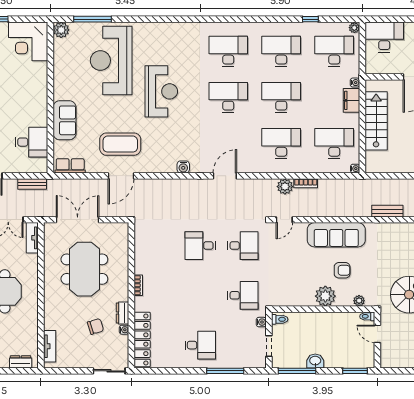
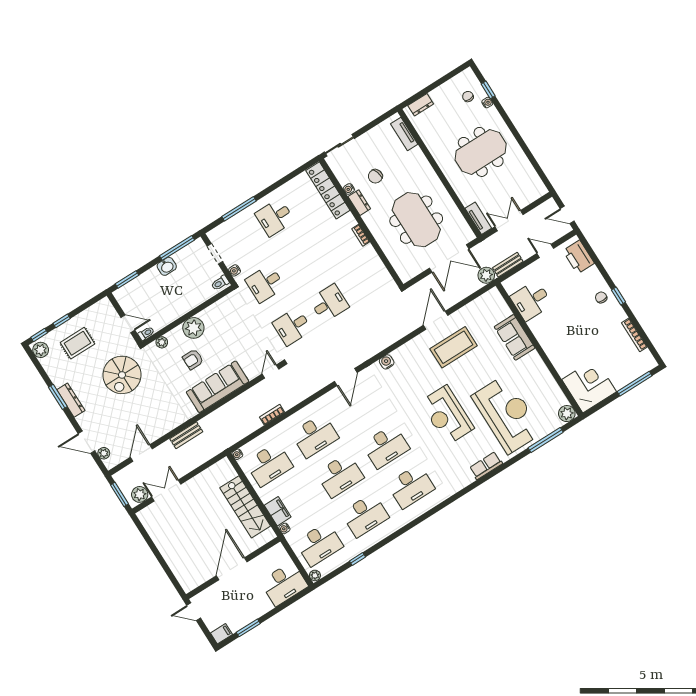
row of seats: (70, 166) -> (486, 466), moved, turned 180
plant: (285, 187) -> (486, 275), moved

